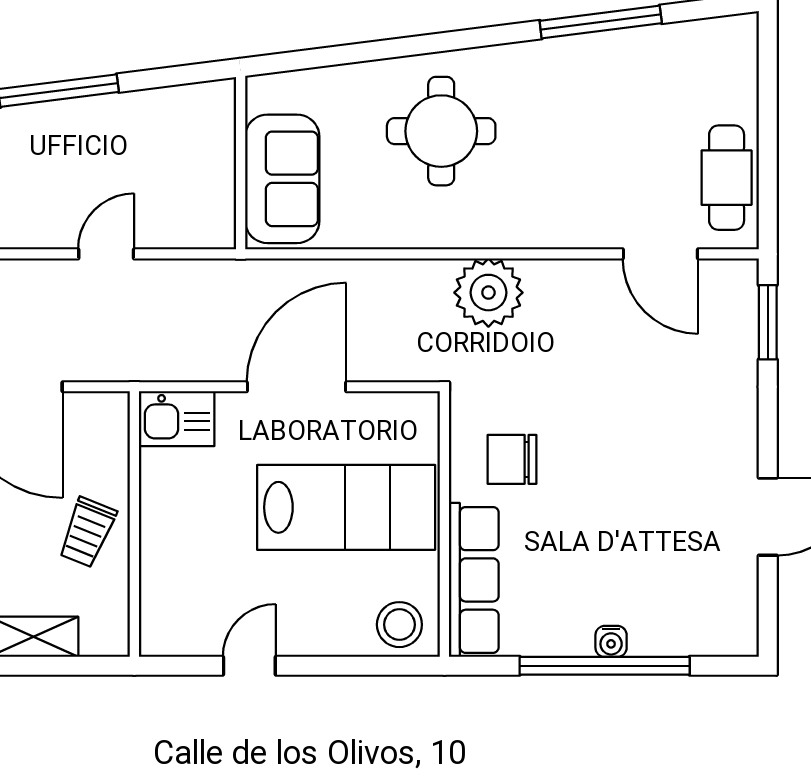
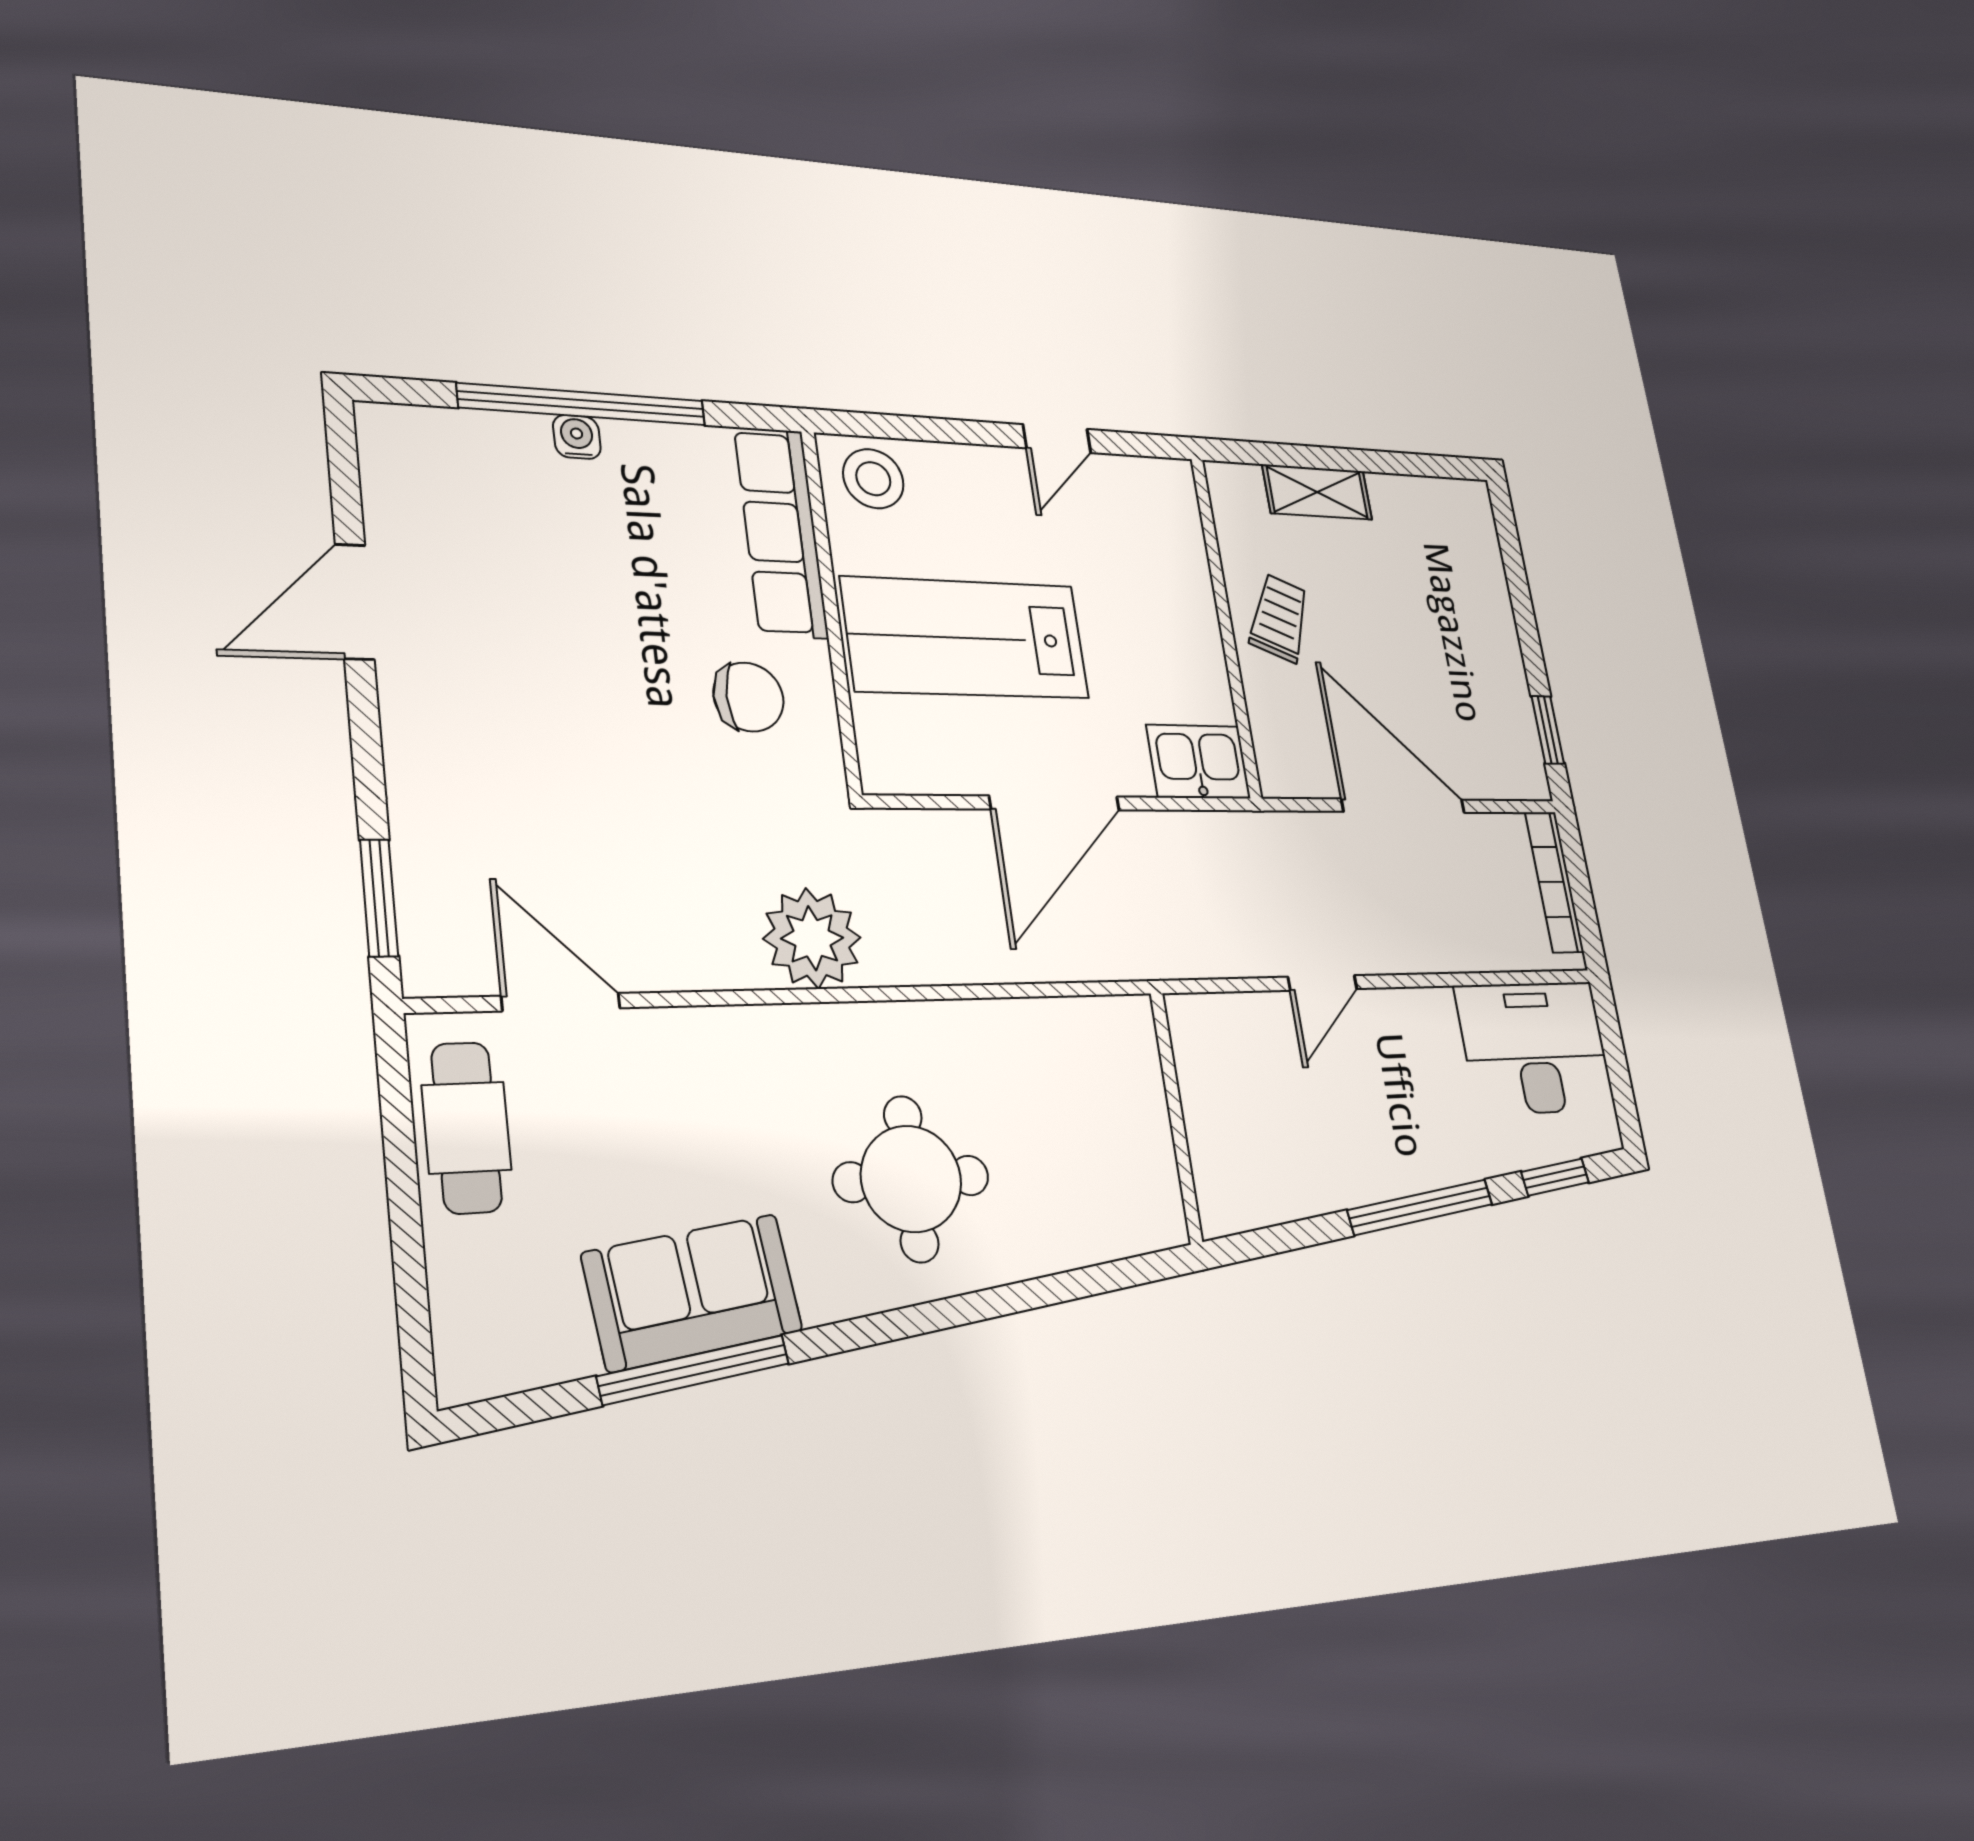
sofa: (282, 179) -> (693, 1292), moved, turned 83

